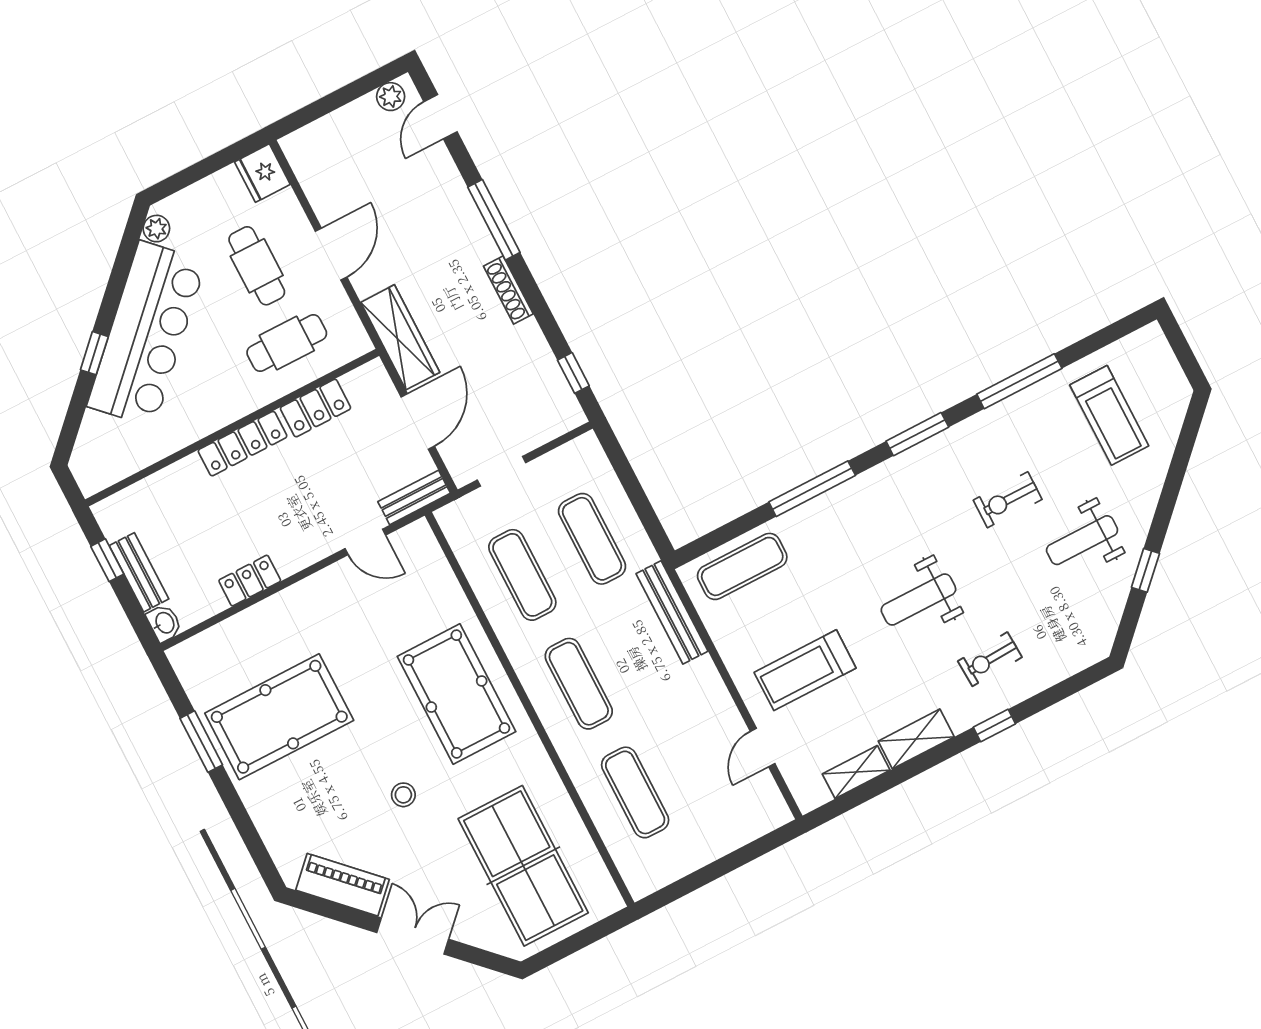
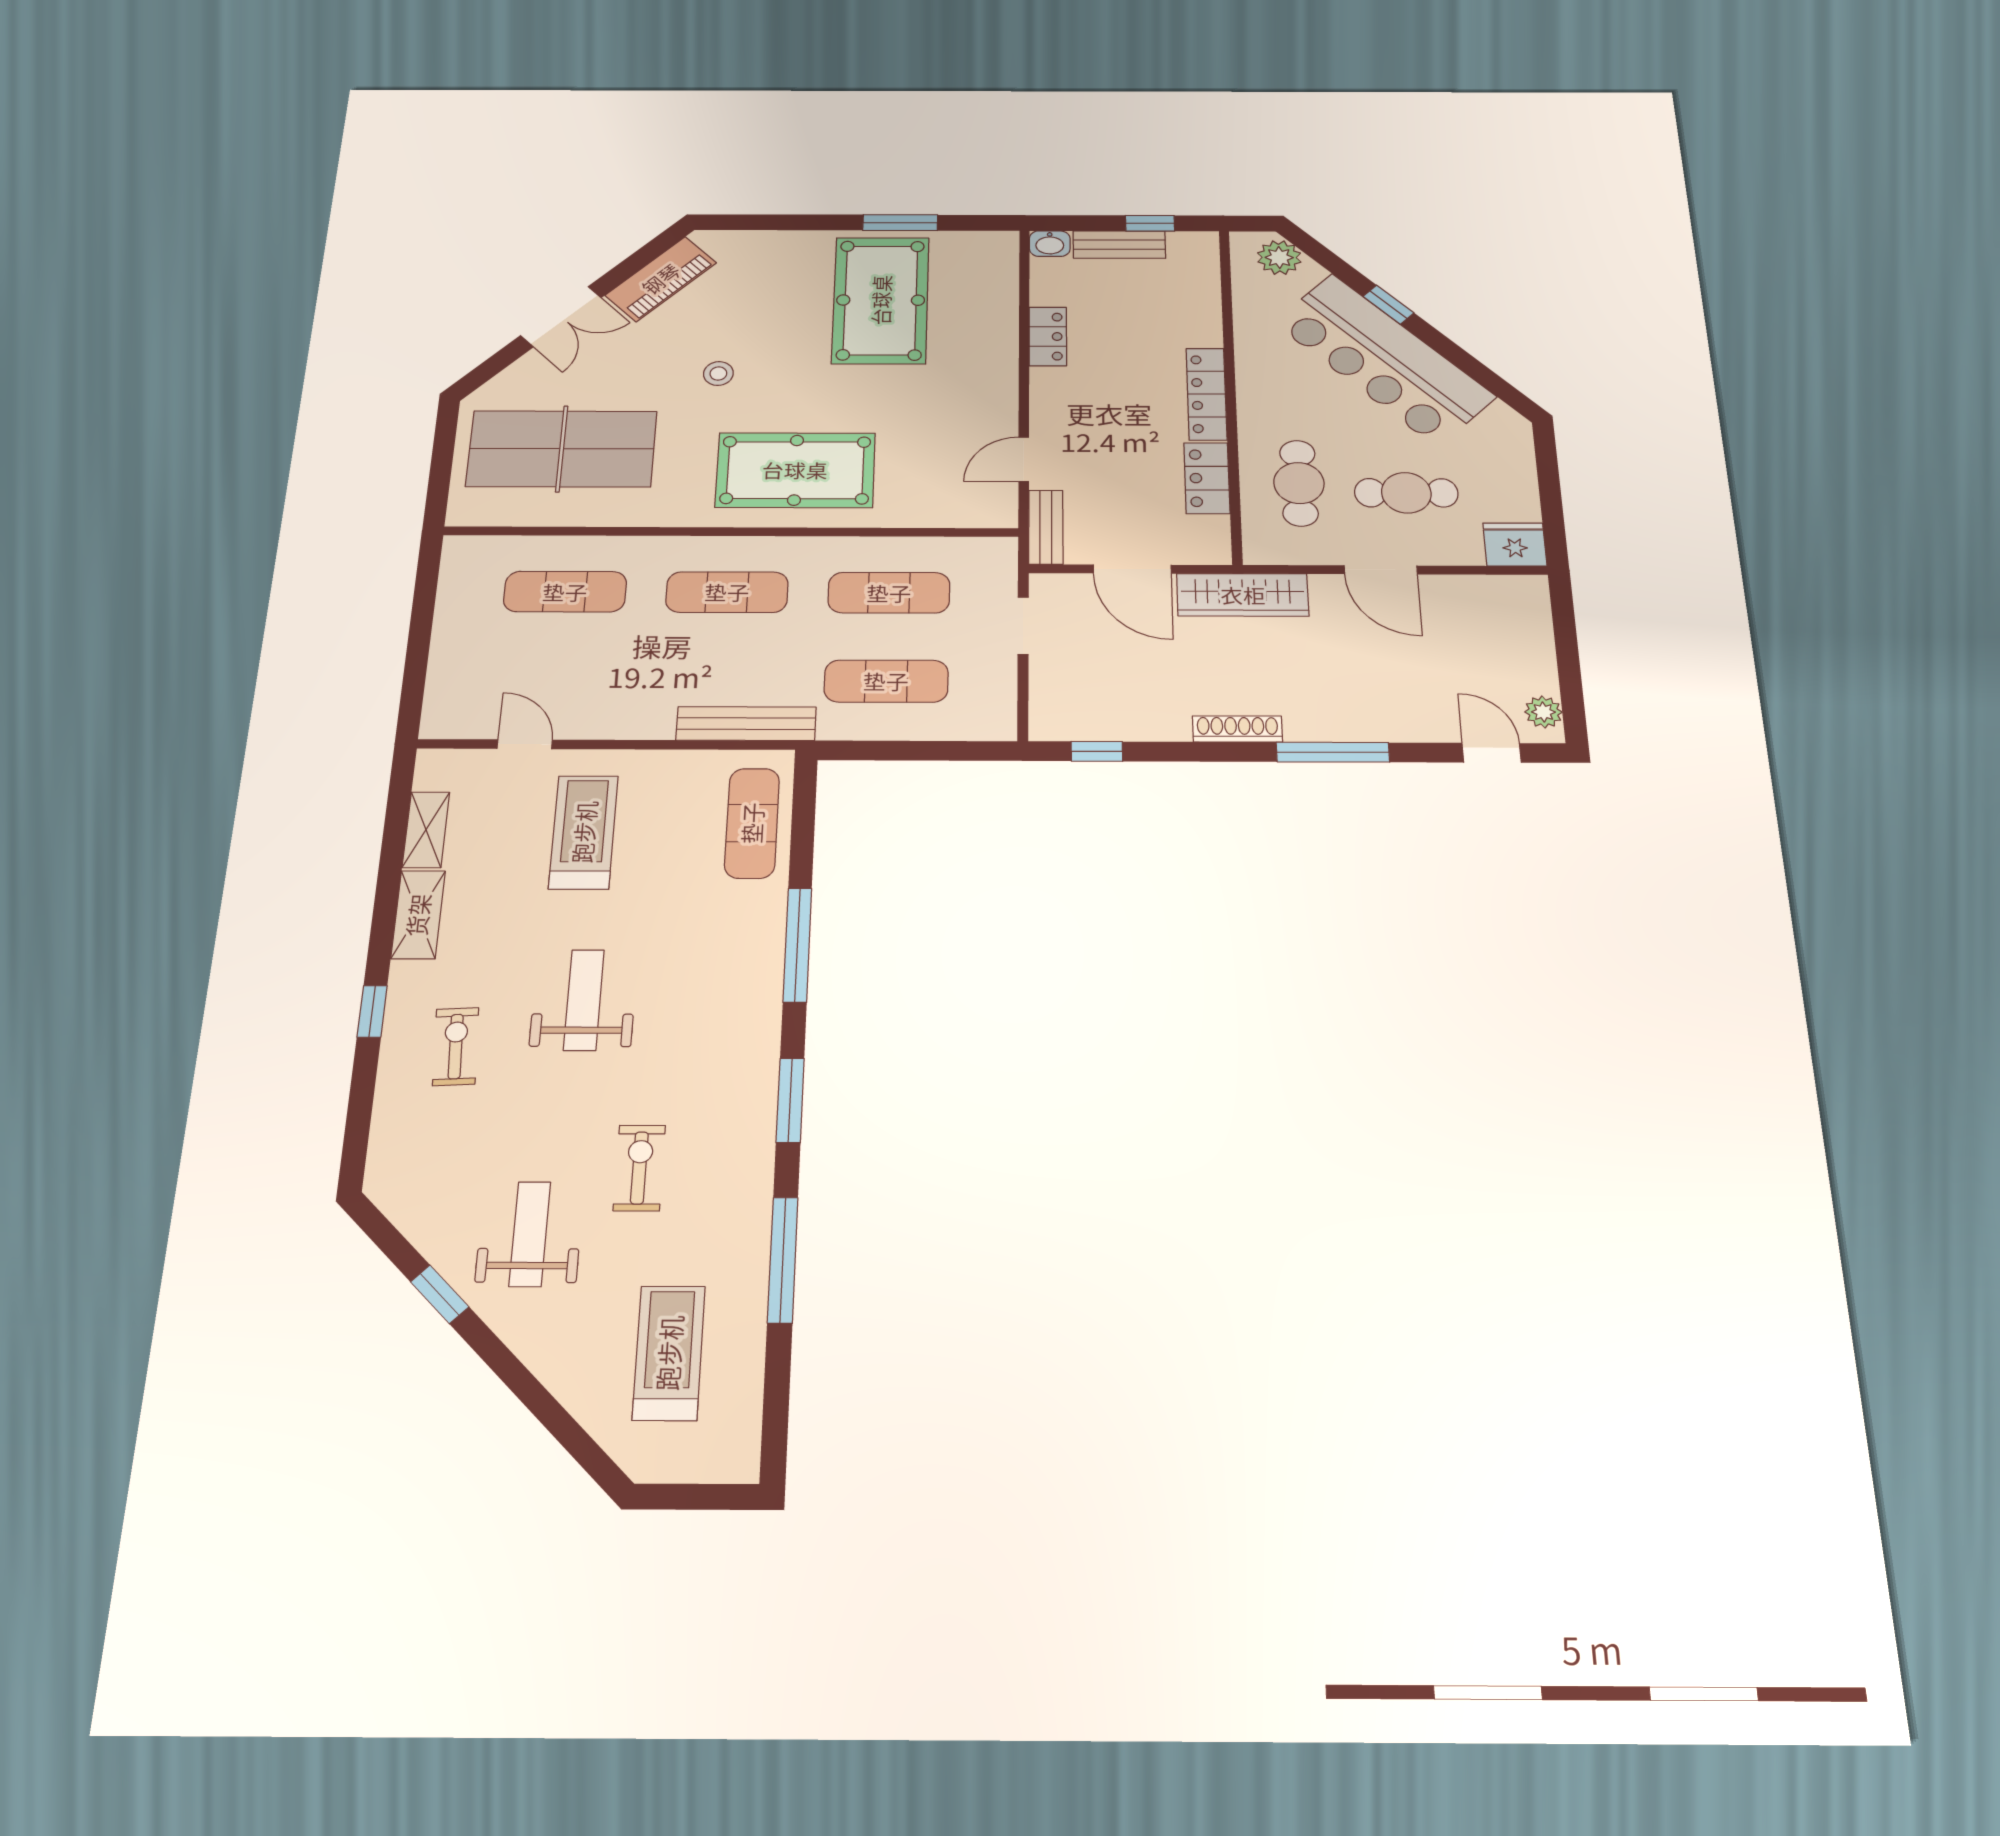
plant: (156, 229) -> (1279, 258), moved, width x1.38, depth x1.38
treadmill: (1109, 415) -> (669, 1353), turned 90

